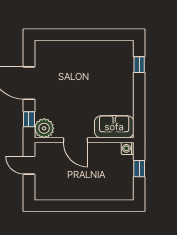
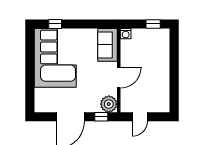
corner sofa: (99, 65) -> (55, 58), added
window: (139, 169) -> (153, 24), moved

